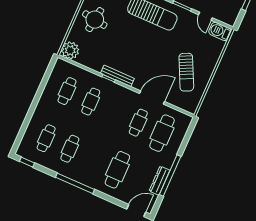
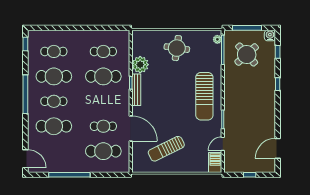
plant: (70, 50) -> (140, 65), moved
cafe table: (91, 102) -> (103, 76), width x1.37, depth x1.35
cafe table: (70, 149) -> (54, 76), width x1.37, depth x1.35
cafe table: (94, 159) -> (54, 101), added
dresser: (159, 181) -> (61, 167), removed

